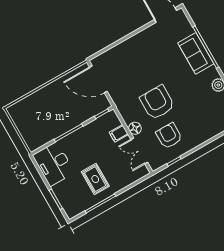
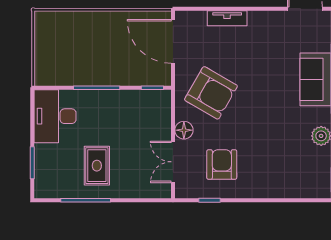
tv unit: (122, 47) -> (227, 18), added
armchair: (157, 102) -> (211, 93), moved, turned 120
filing cabinet: (119, 133) -> (160, 125), removed

